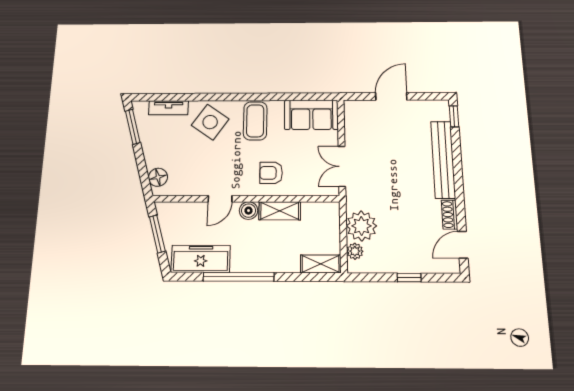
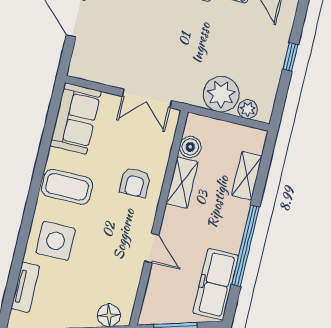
side table: (210, 122) -> (56, 241), turned -35
boiler: (249, 211) -> (190, 147), moved
shelving: (321, 264) -> (247, 176), moved

